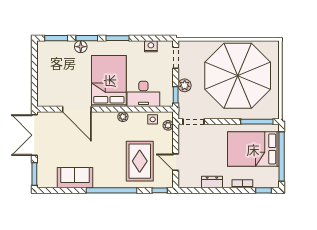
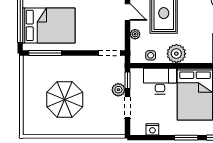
doorway: (176, 58) -> (128, 107), moved
parasol: (238, 76) -> (65, 99), width x0.54, depth x0.54
plant: (123, 117) -> (176, 54), width x1.87, depth x1.87
plant: (168, 125) -> (135, 34), moved

